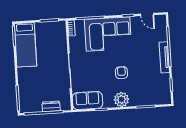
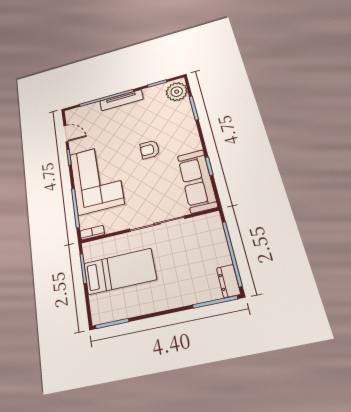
door: (147, 14) -> (66, 134), hinge flipped
bed: (25, 45) -> (120, 271), moved
sofa: (88, 100) -> (197, 181), width x1.36
plant: (121, 100) -> (177, 92), moved
dresser: (51, 106) -> (228, 281), moved

